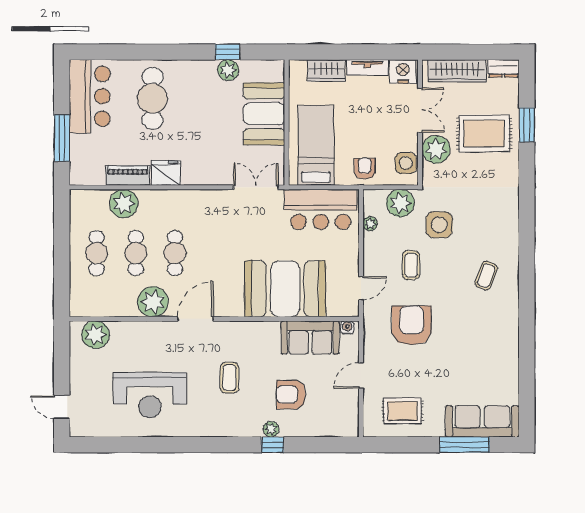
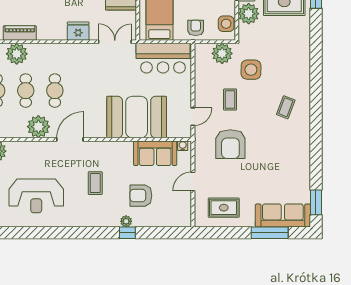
fridge: (166, 173) -> (78, 31), moved
plant: (370, 224) -> (200, 69), removed
armchair: (412, 325) -> (230, 144), turned 180
window: (527, 404) -> (316, 202), added

